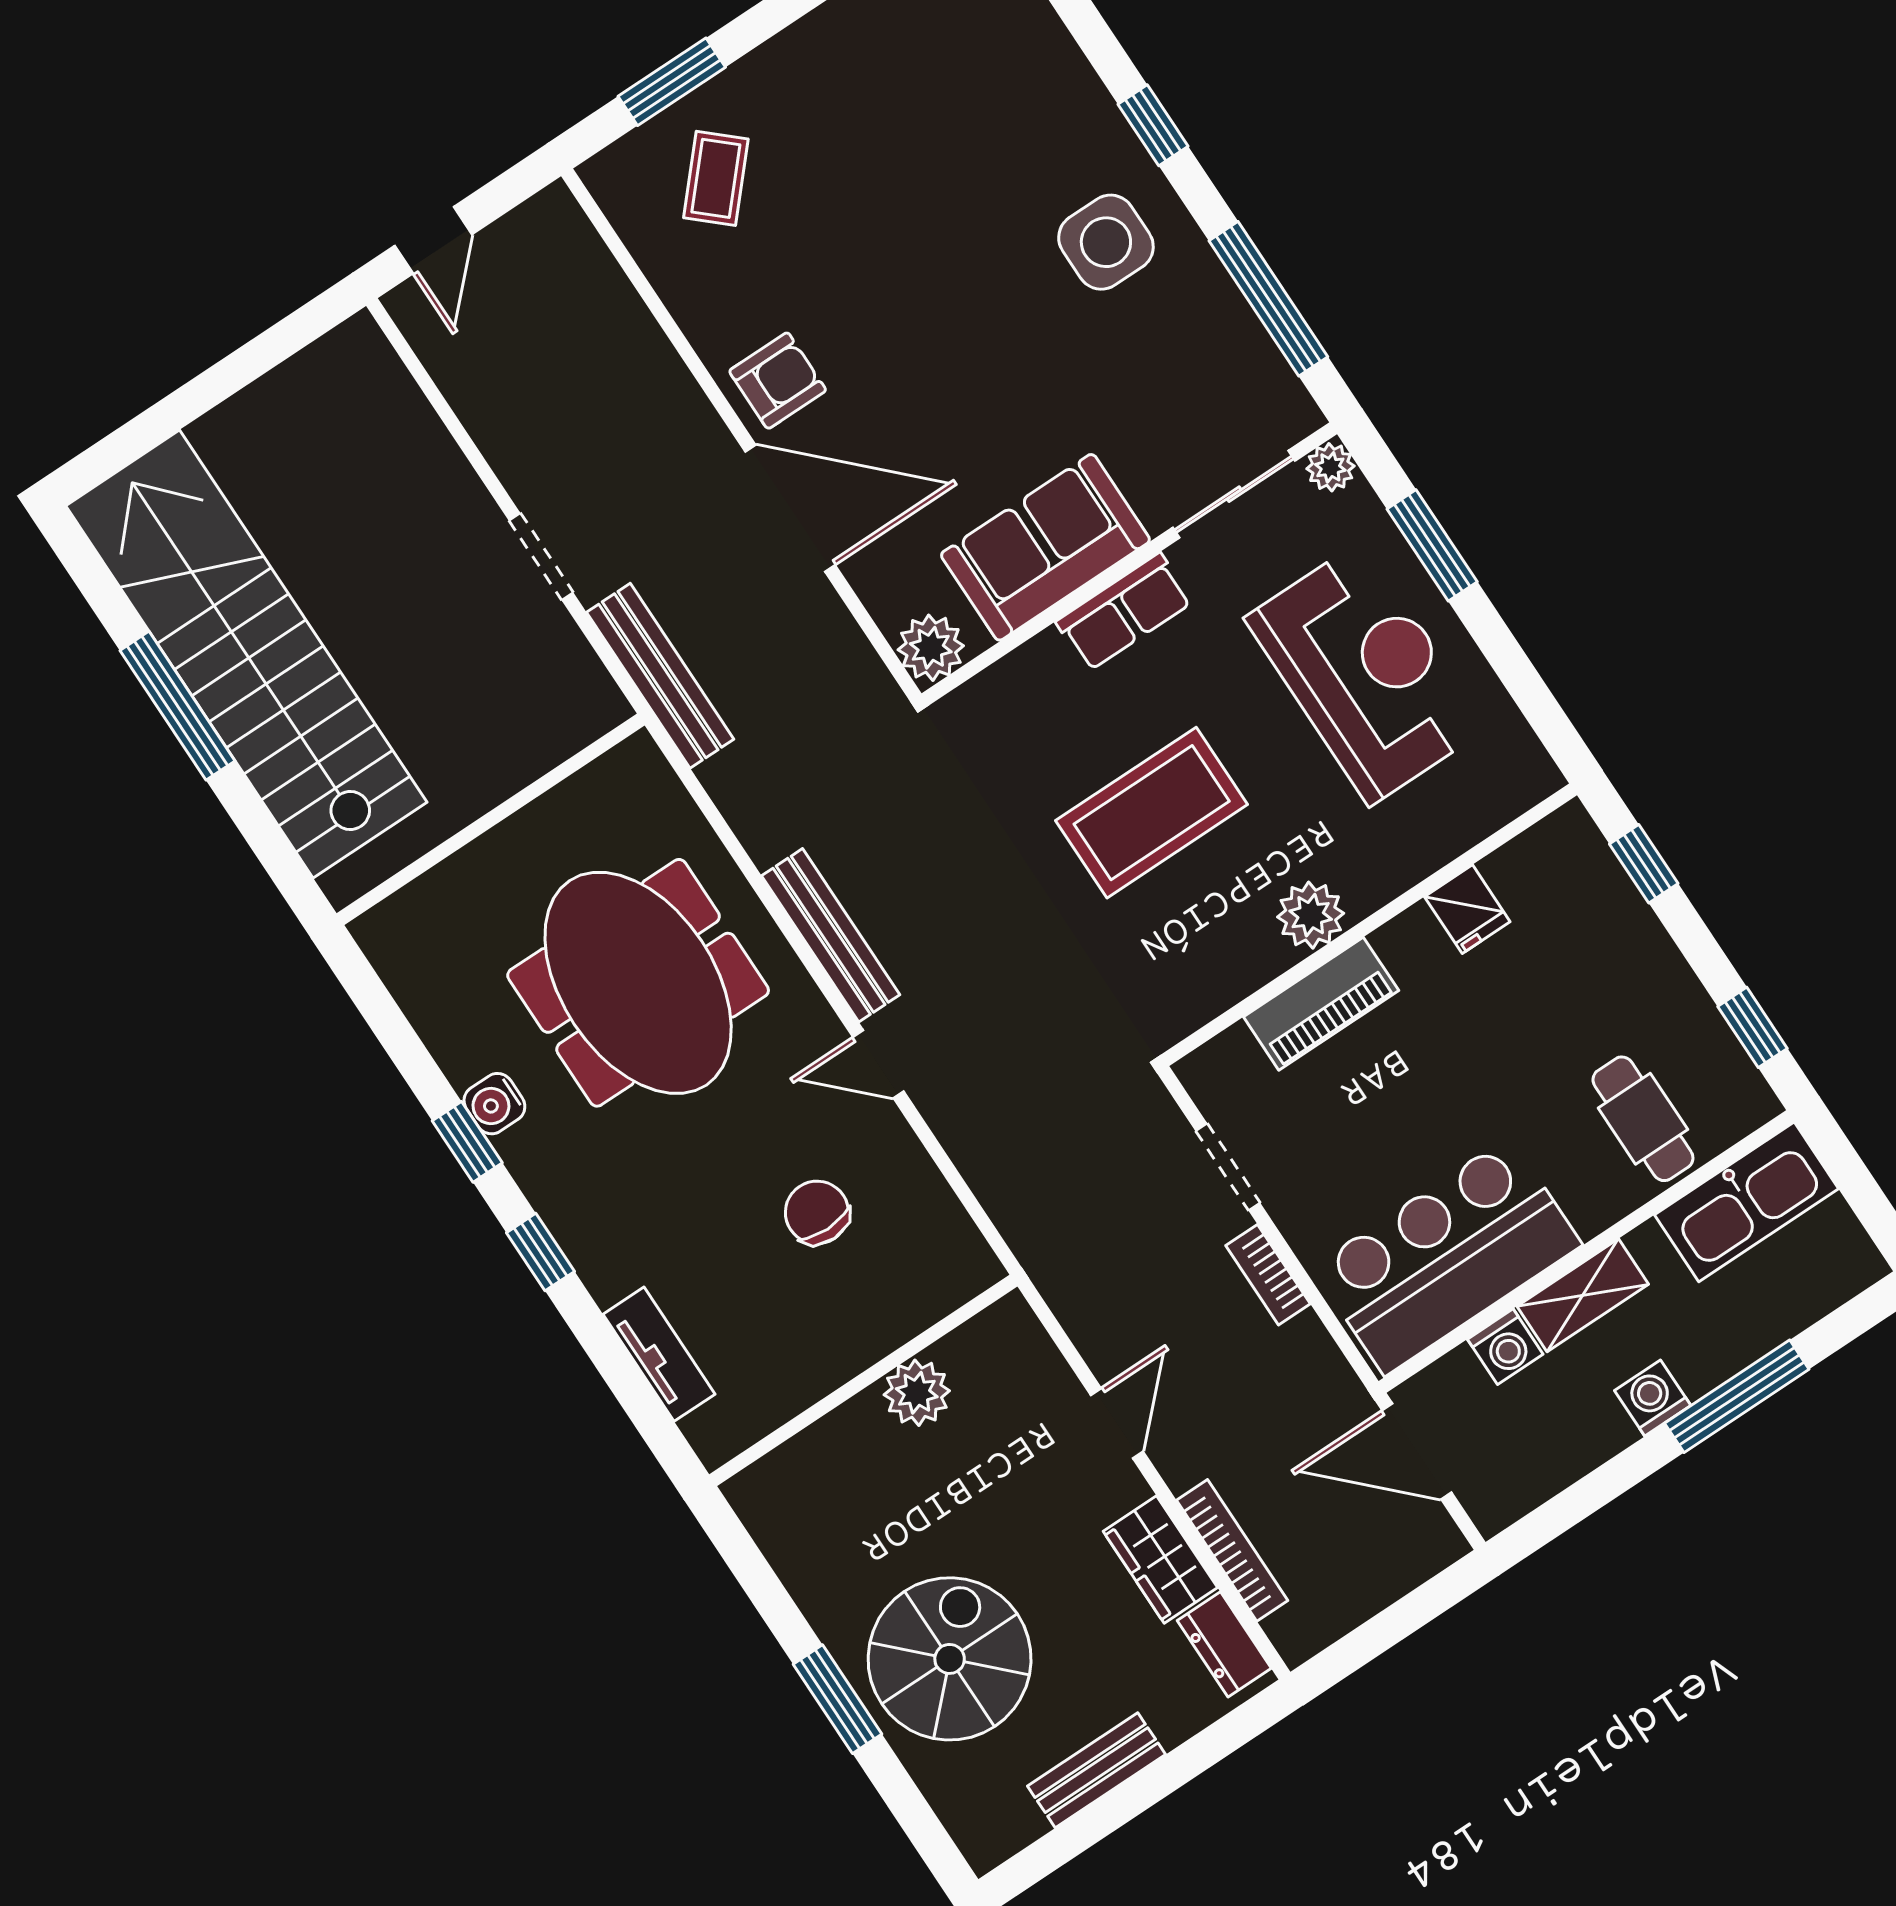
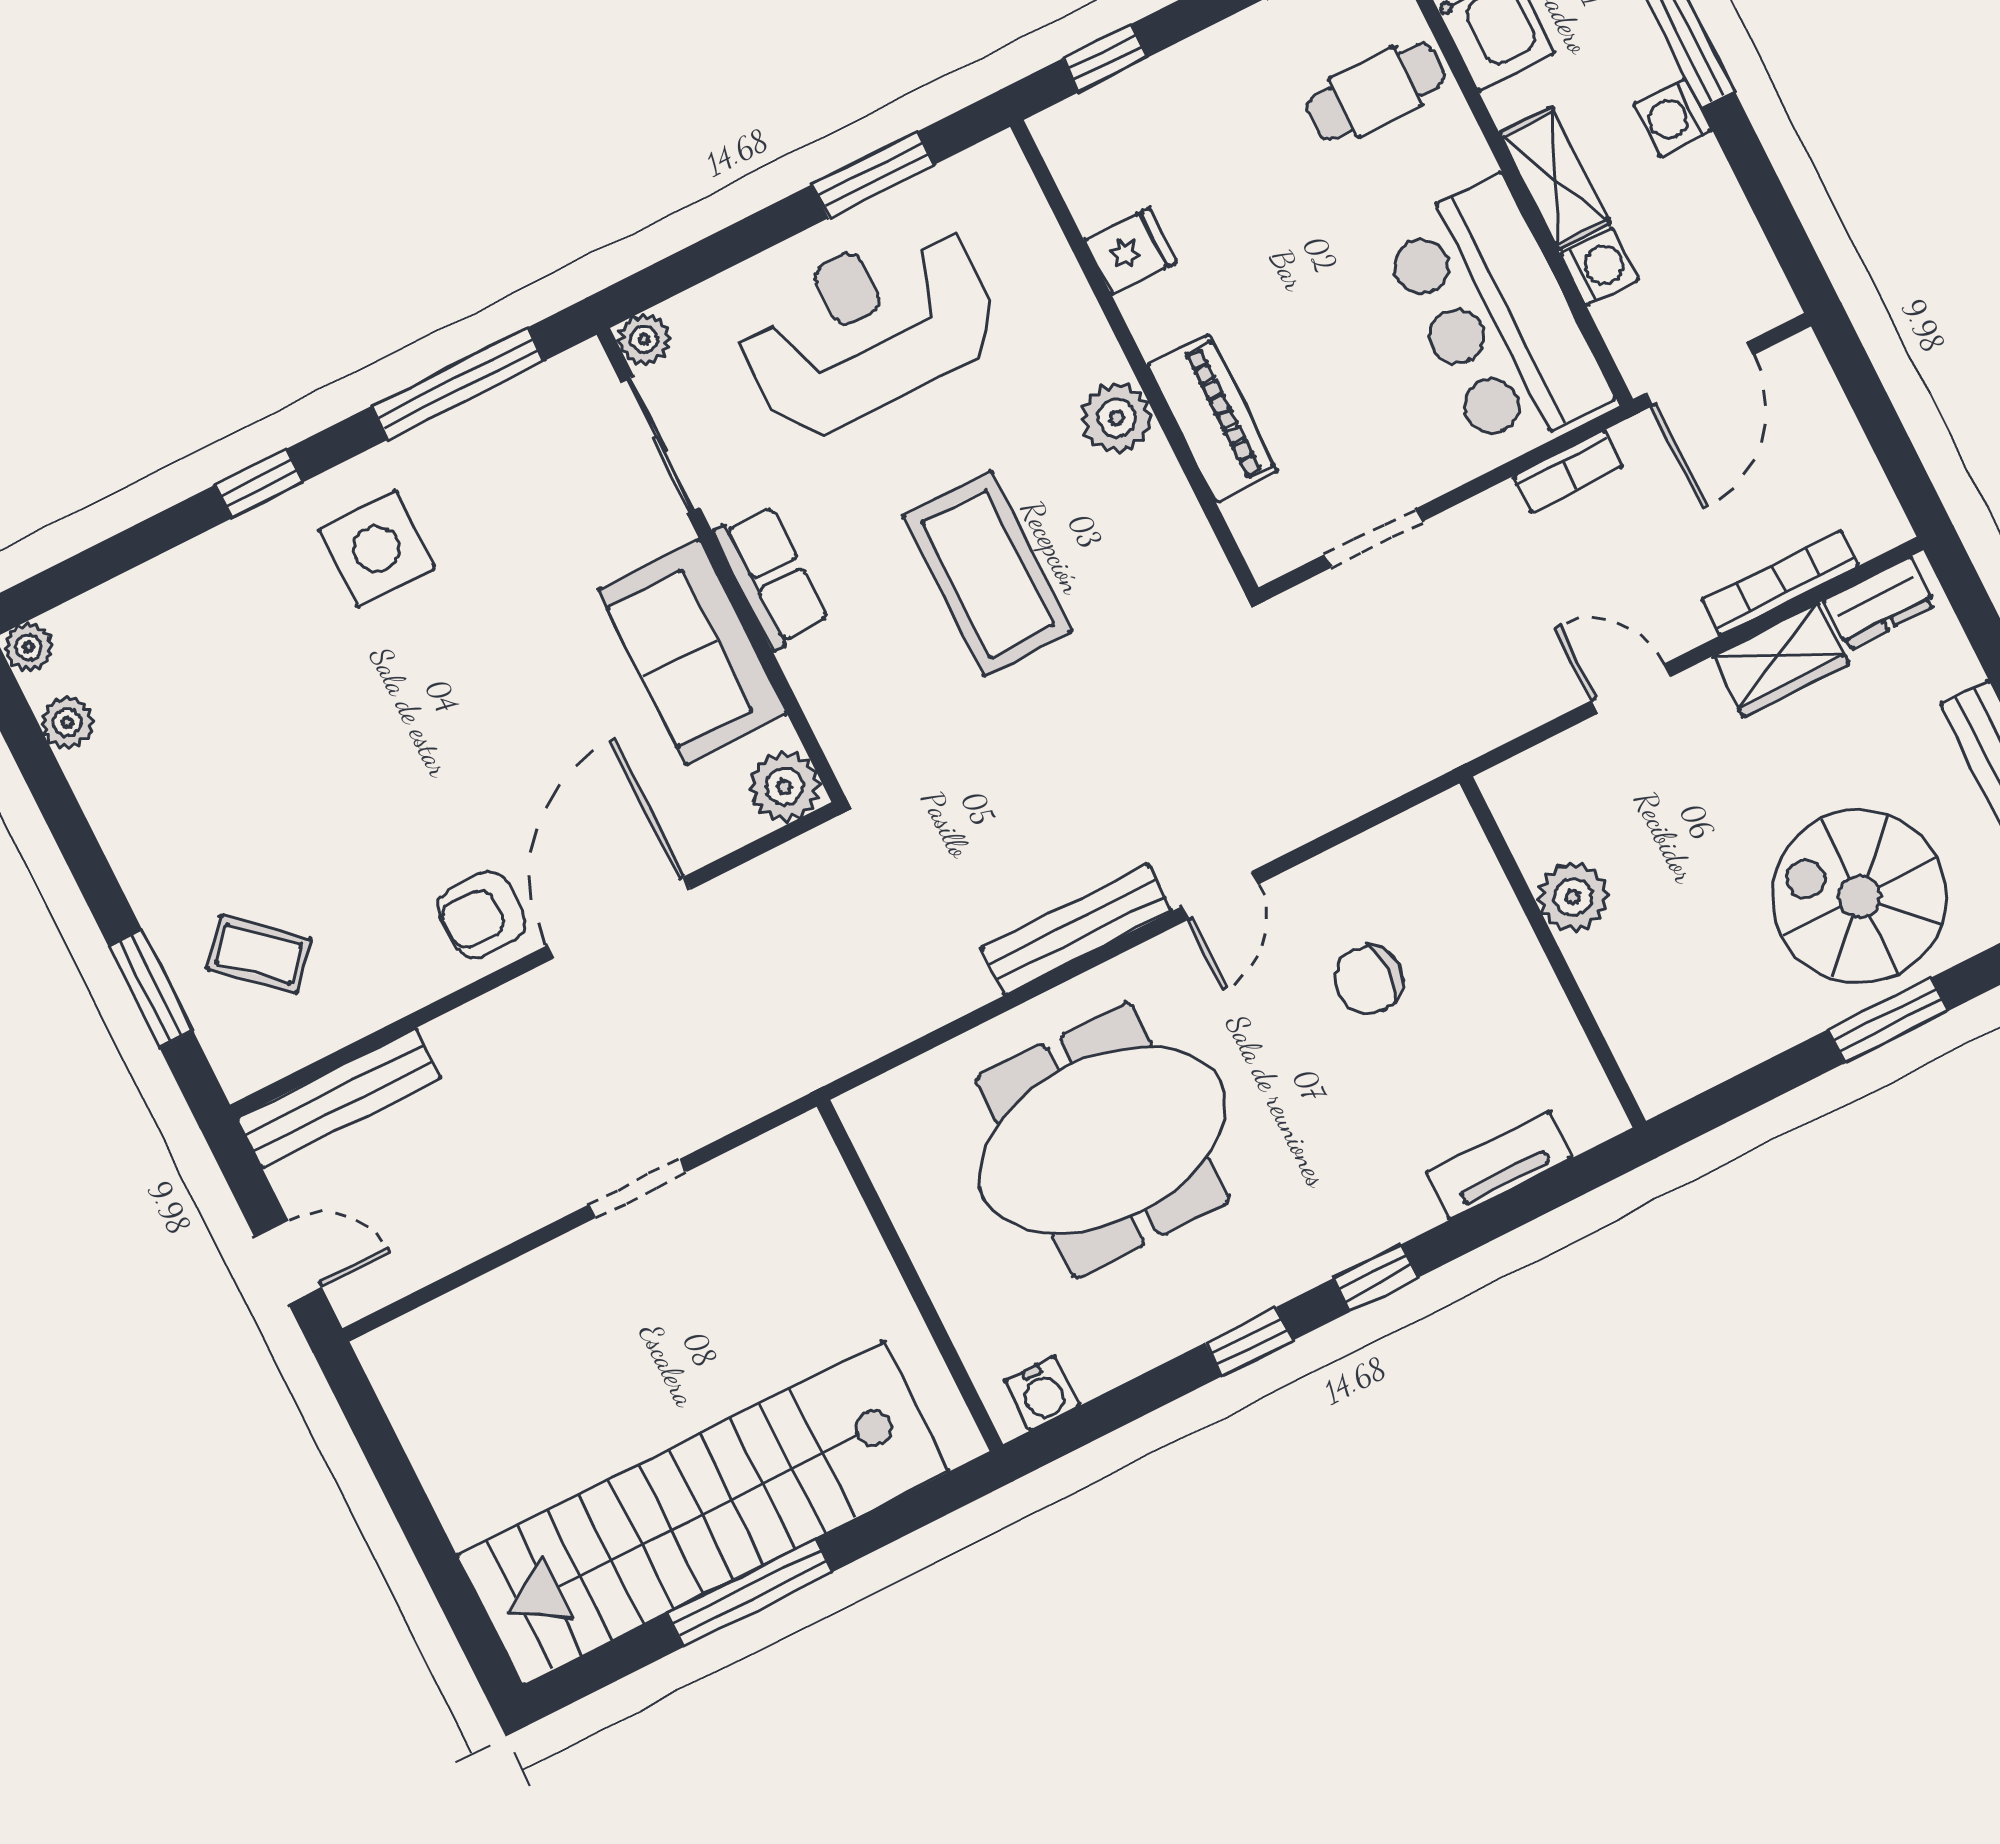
armchair: (778, 381) -> (481, 915), turned -90
window: (1432, 545) -> (873, 175), moved
bench: (660, 676) -> (339, 1098), moved
water cooler: (494, 1104) -> (1042, 1393), moved
bookcase: (1268, 1275) -> (1568, 471), moved

